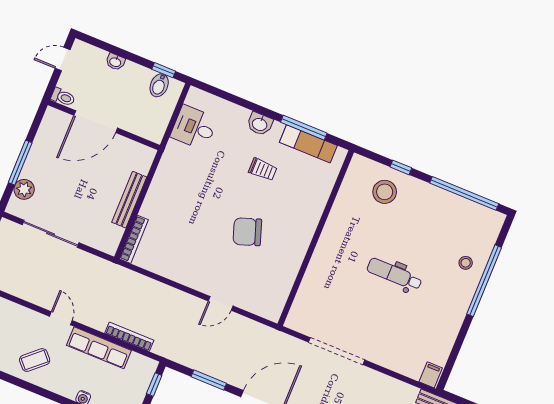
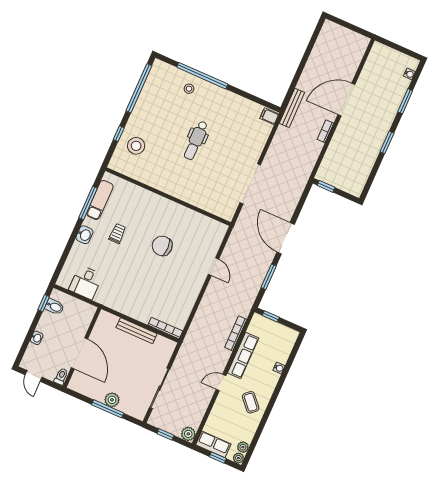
plant: (24, 189) -> (112, 400), moved
chair: (247, 232) -> (162, 246), turned 109

